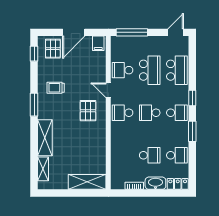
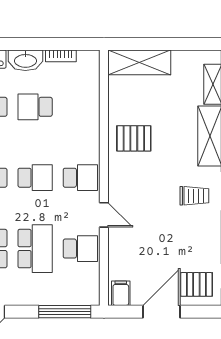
pallet: (53, 49) -> (196, 284), turned 90
school desk: (150, 70) -> (35, 249), turned 180
trolley: (56, 88) -> (194, 196), moved
pallet: (88, 111) -> (134, 138), moved, turned 90

